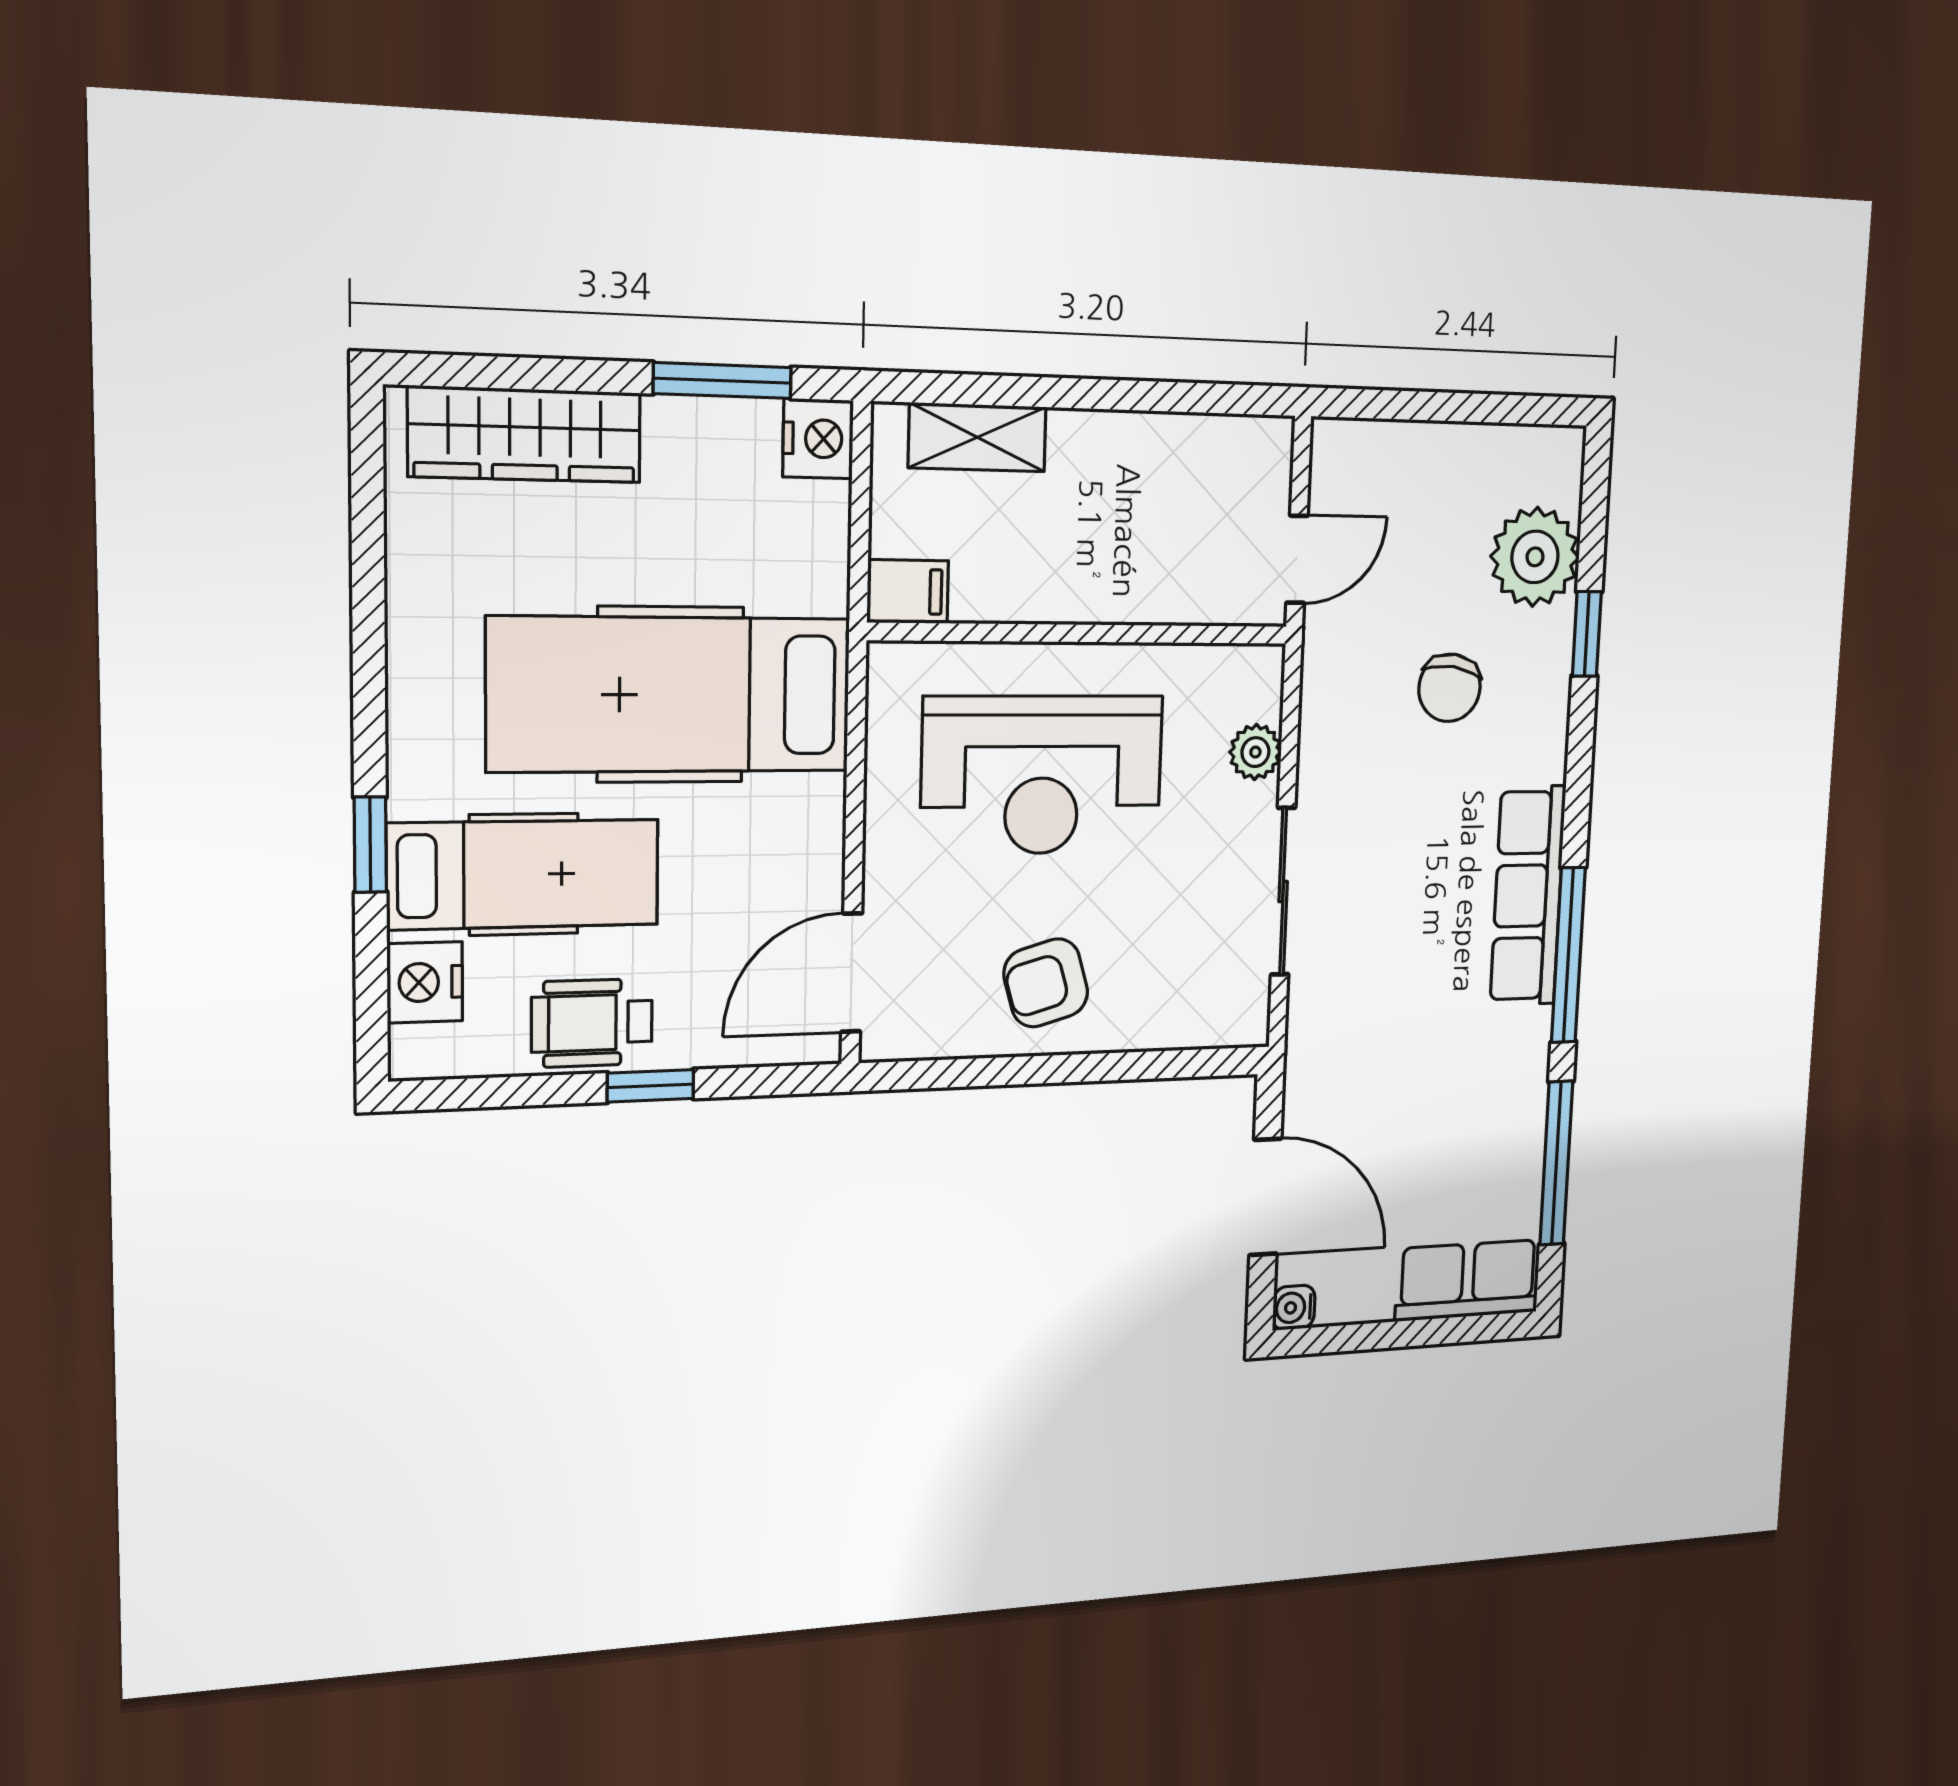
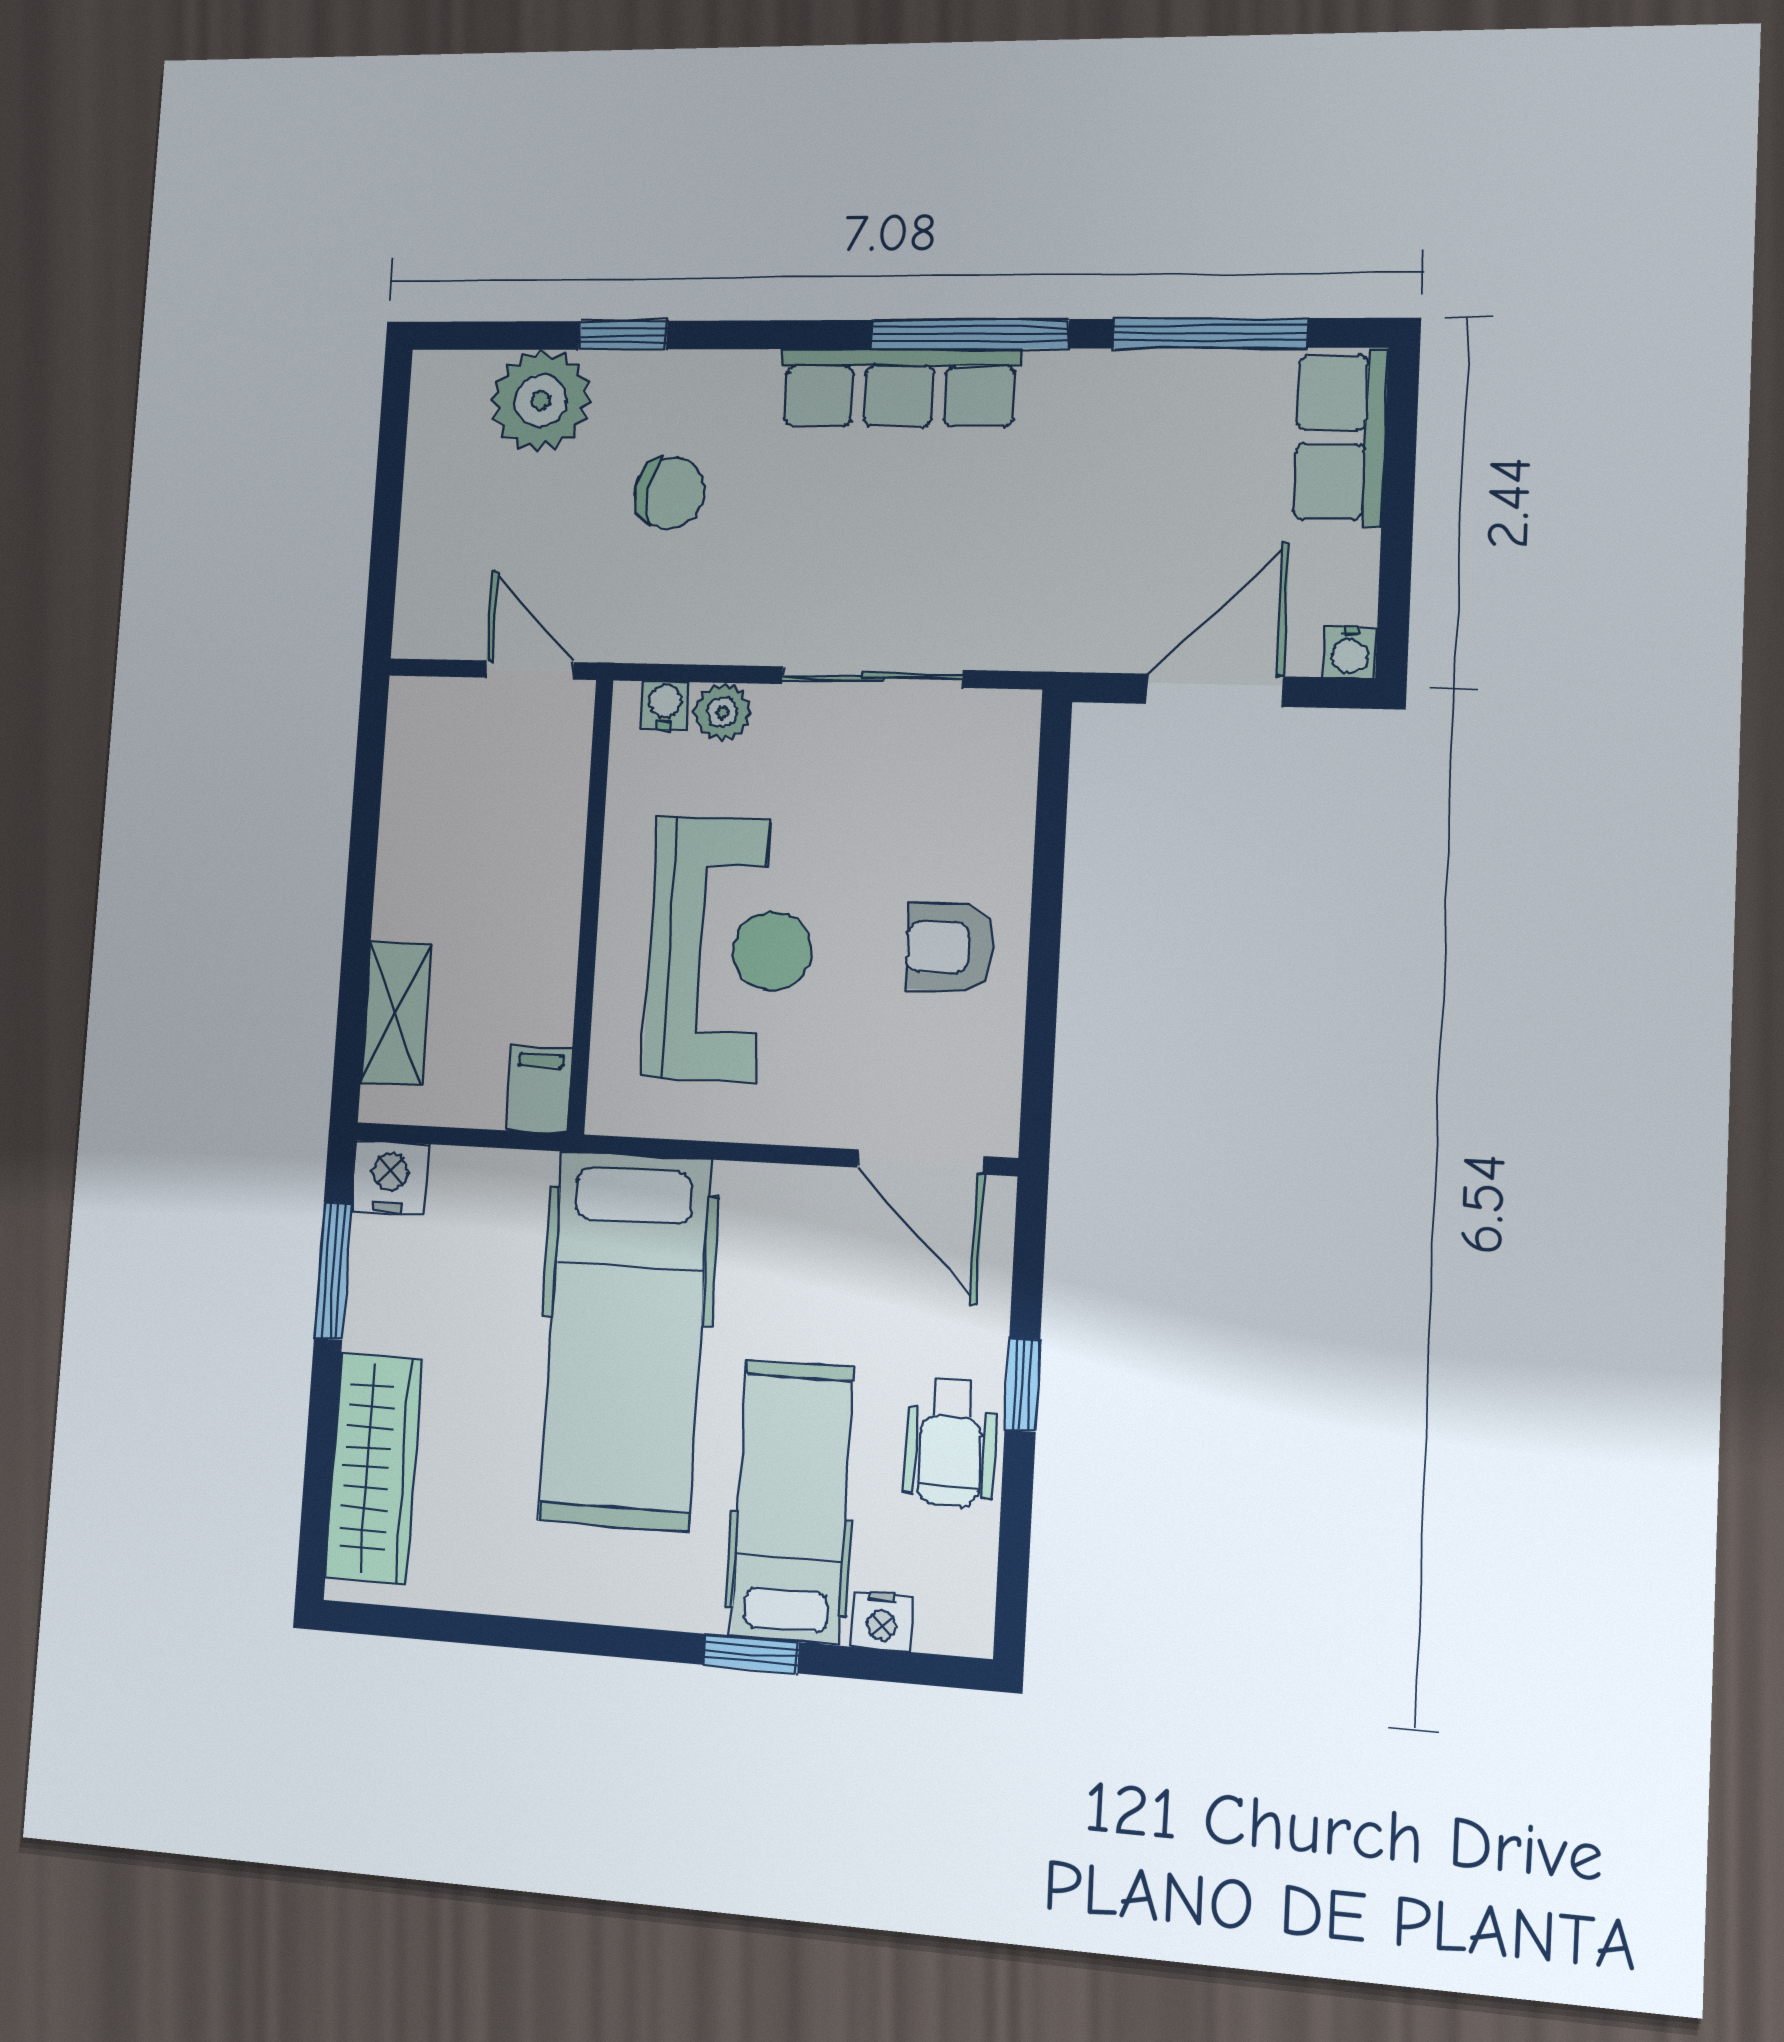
water cooler: (1262, 696) -> (665, 705), added
nightstand: (425, 982) -> (882, 1621), width x0.72, depth x0.74
armchair: (1046, 983) -> (950, 947), turned 106

